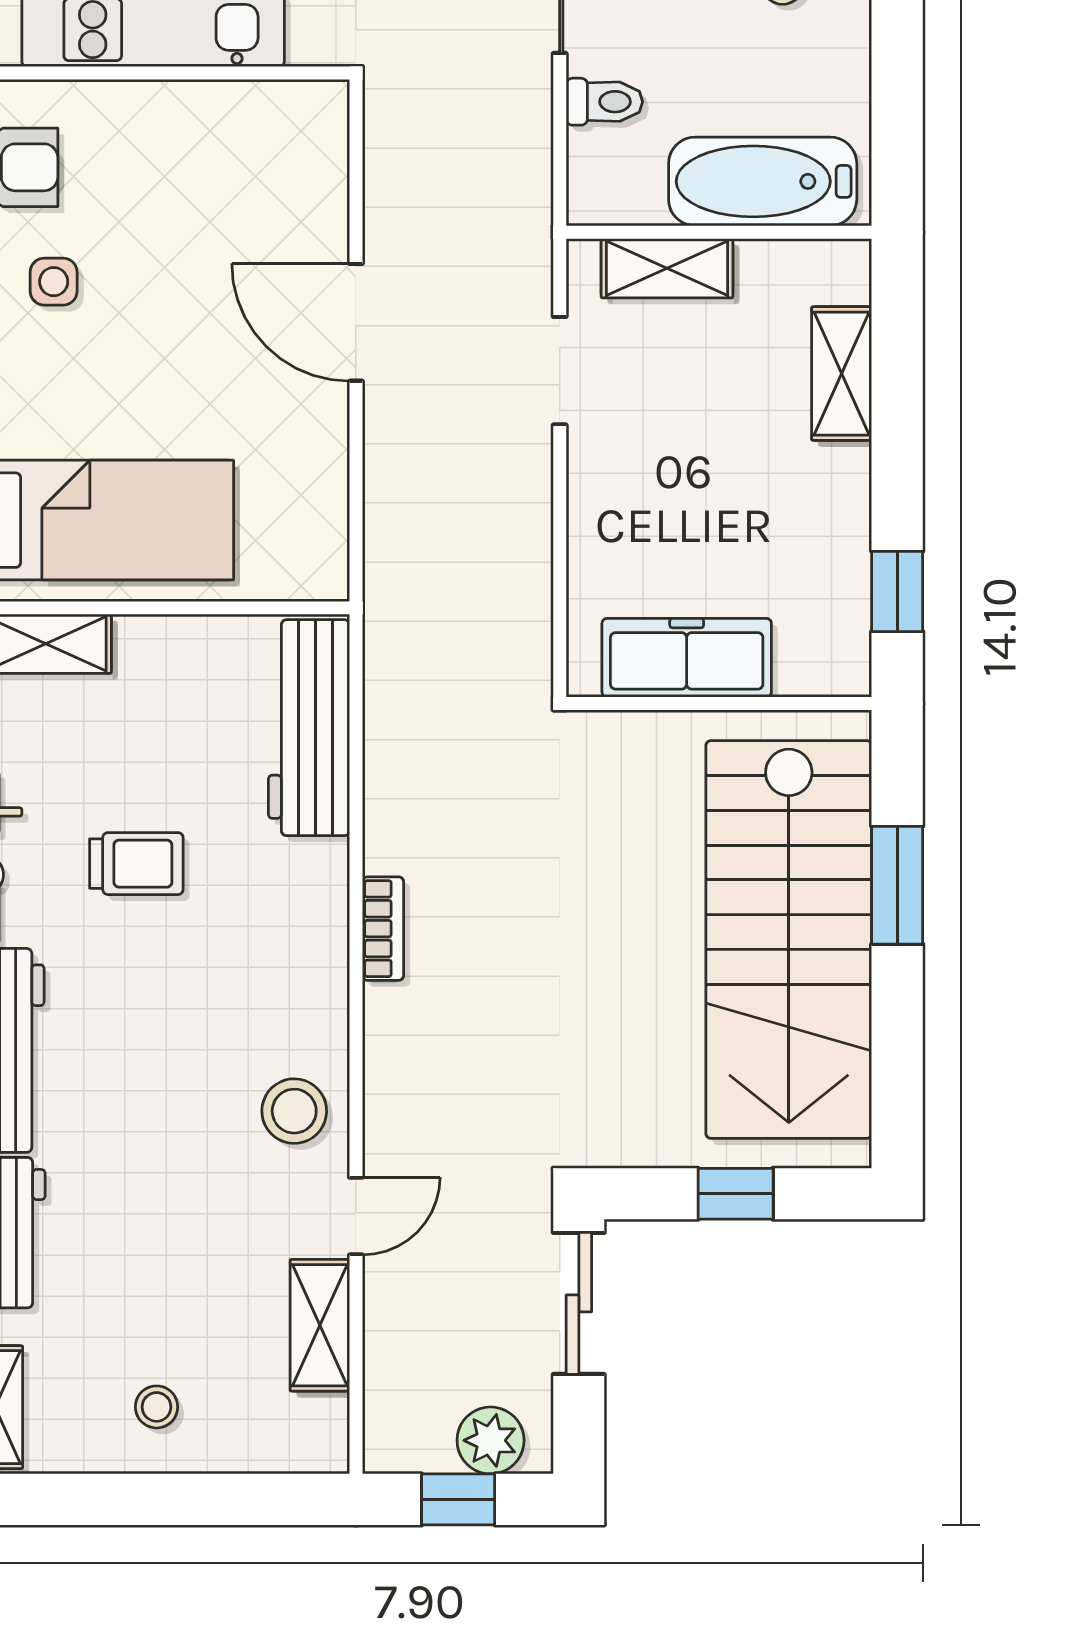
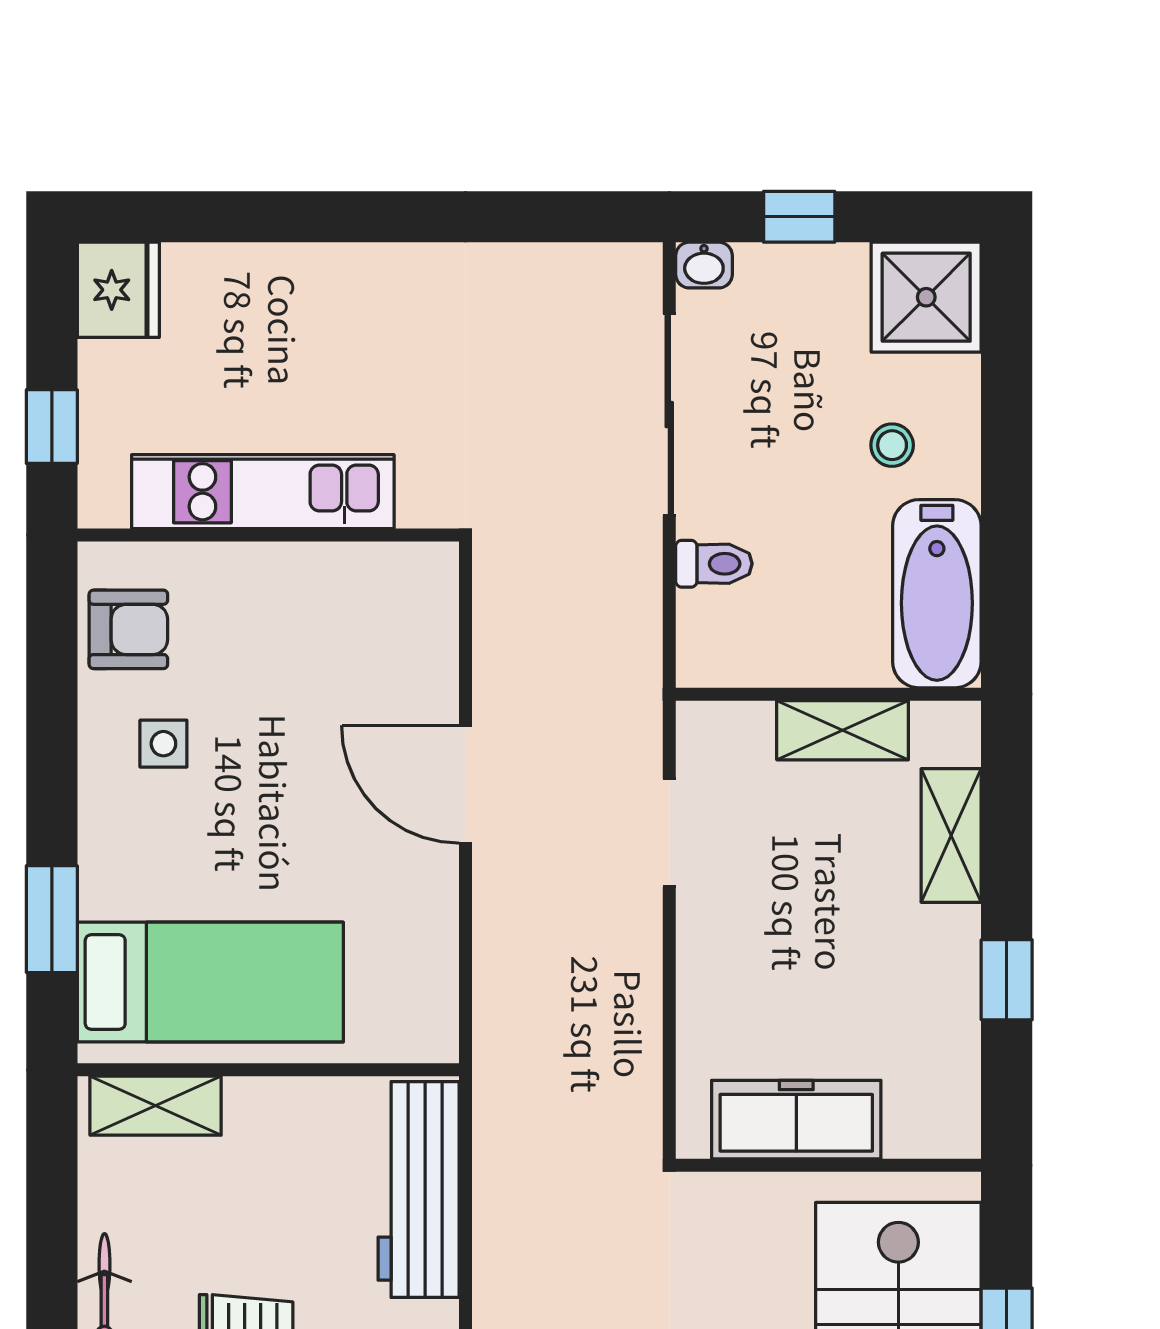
bathtub: (763, 181) -> (937, 594), moved, turned -90
shelving: (667, 268) -> (843, 730), moved
window: (897, 591) -> (1007, 980), moved

